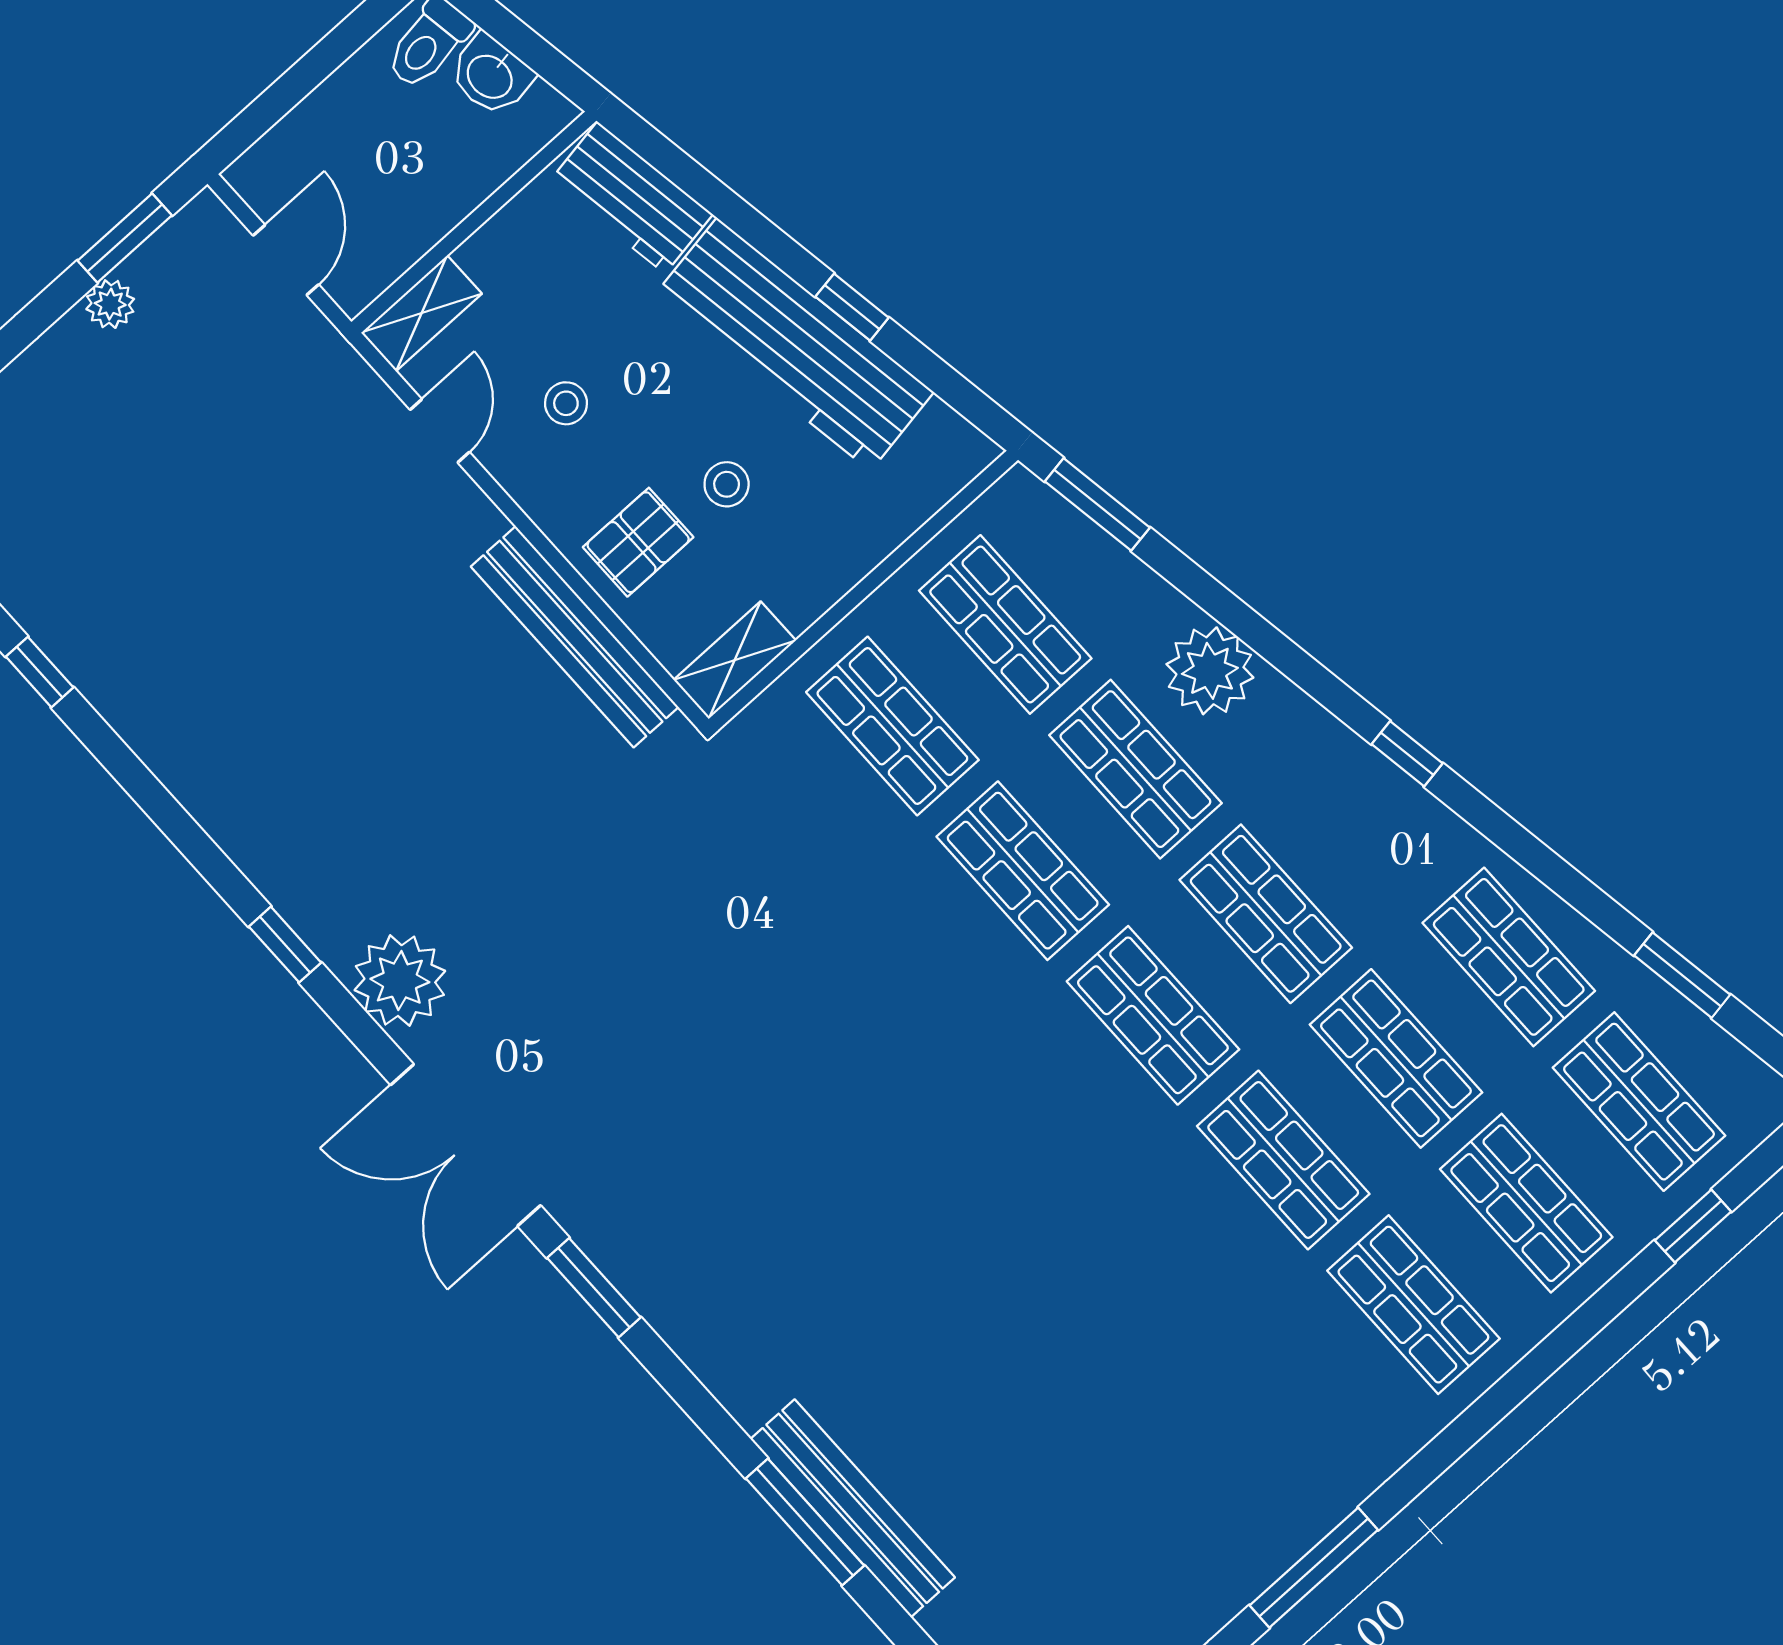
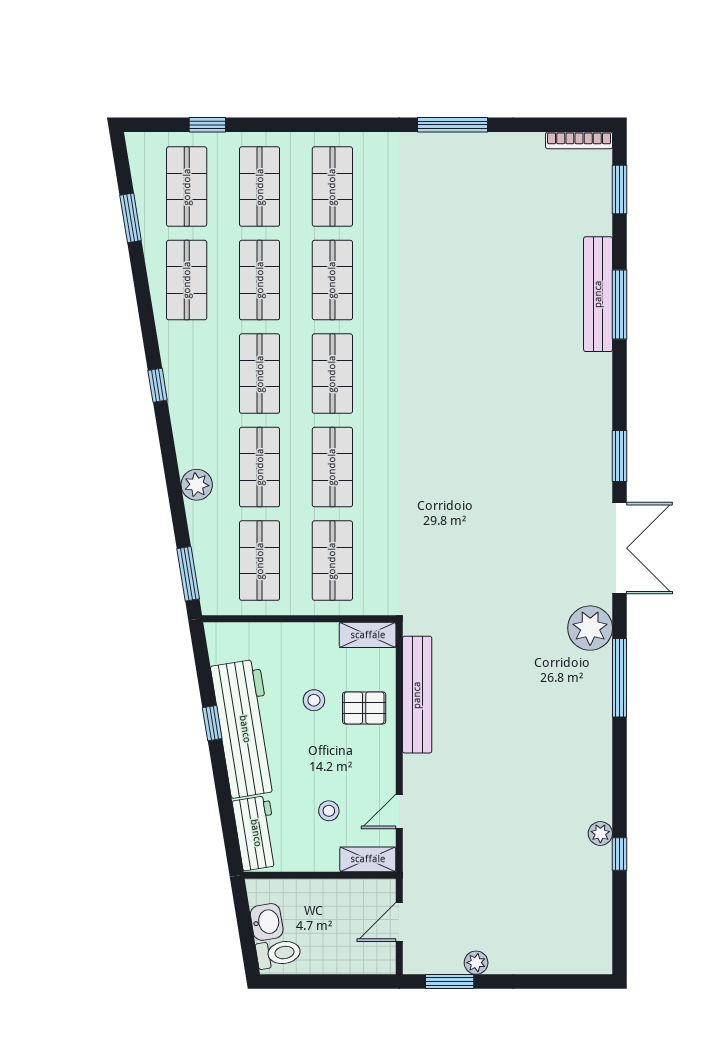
stool: (566, 403) -> (329, 811), moved
plant: (1210, 671) -> (197, 485), width x0.73, depth x0.73
plant: (98, 677) -> (600, 833), added
window: (285, 945) -> (620, 678), width x2.17

